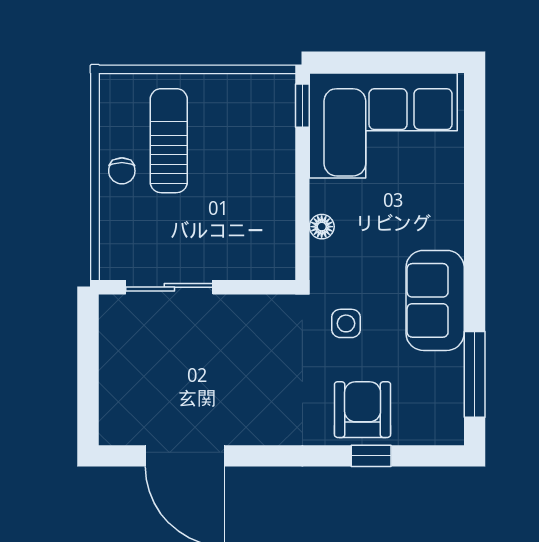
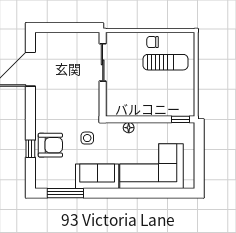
corner sofa: (383, 126) -> (151, 166), moved, turned 90

